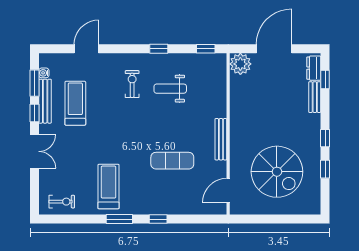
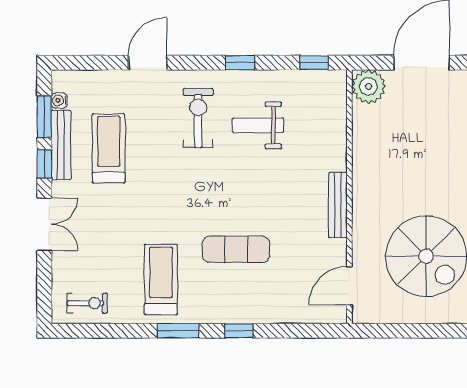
door: (86, 49) -> (148, 63), moved
exercise bike: (132, 84) -> (198, 118), width x1.38, depth x1.39
exercise mat: (172, 161) -> (236, 249), moved

